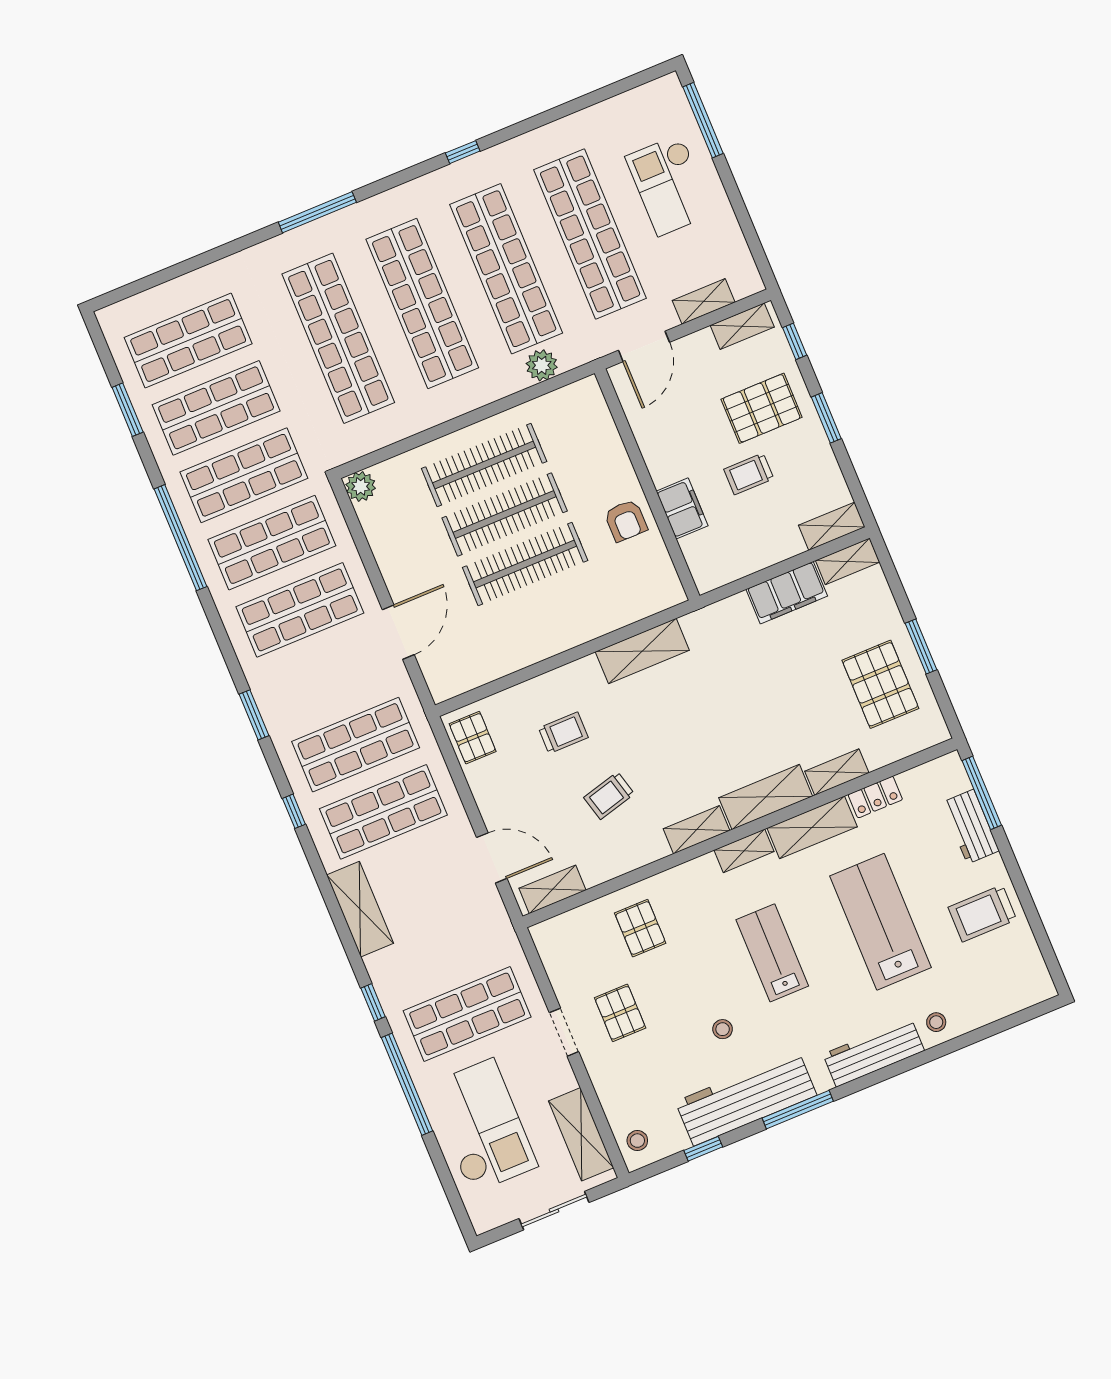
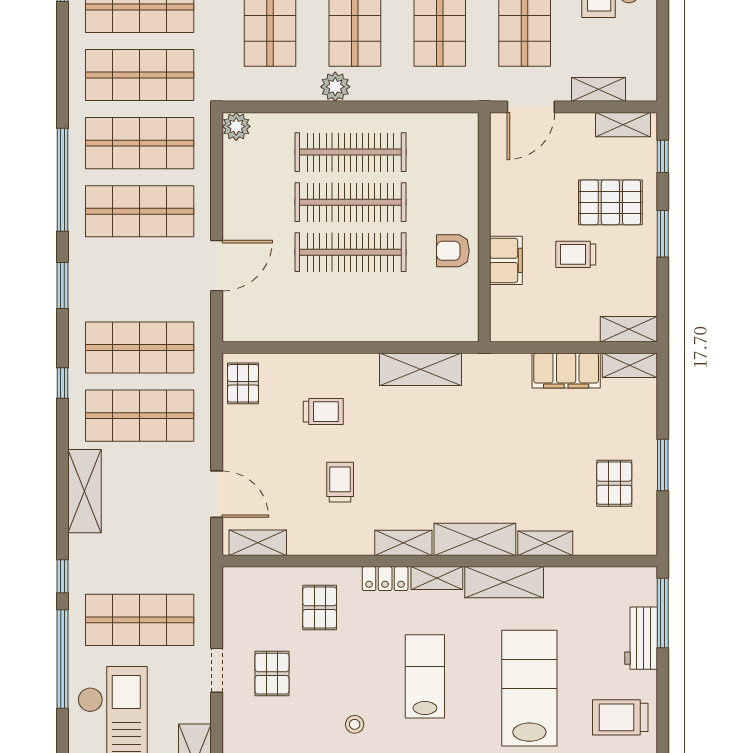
plant: (542, 365) -> (335, 87), moved
armchair: (626, 521) -> (453, 251), turned 90
window: (181, 538) -> (63, 180), moved
pallet: (880, 684) -> (614, 483), width x0.67, depth x0.71
trolley: (609, 796) -> (340, 482), turned 105
locker: (875, 797) -> (385, 579), moved

